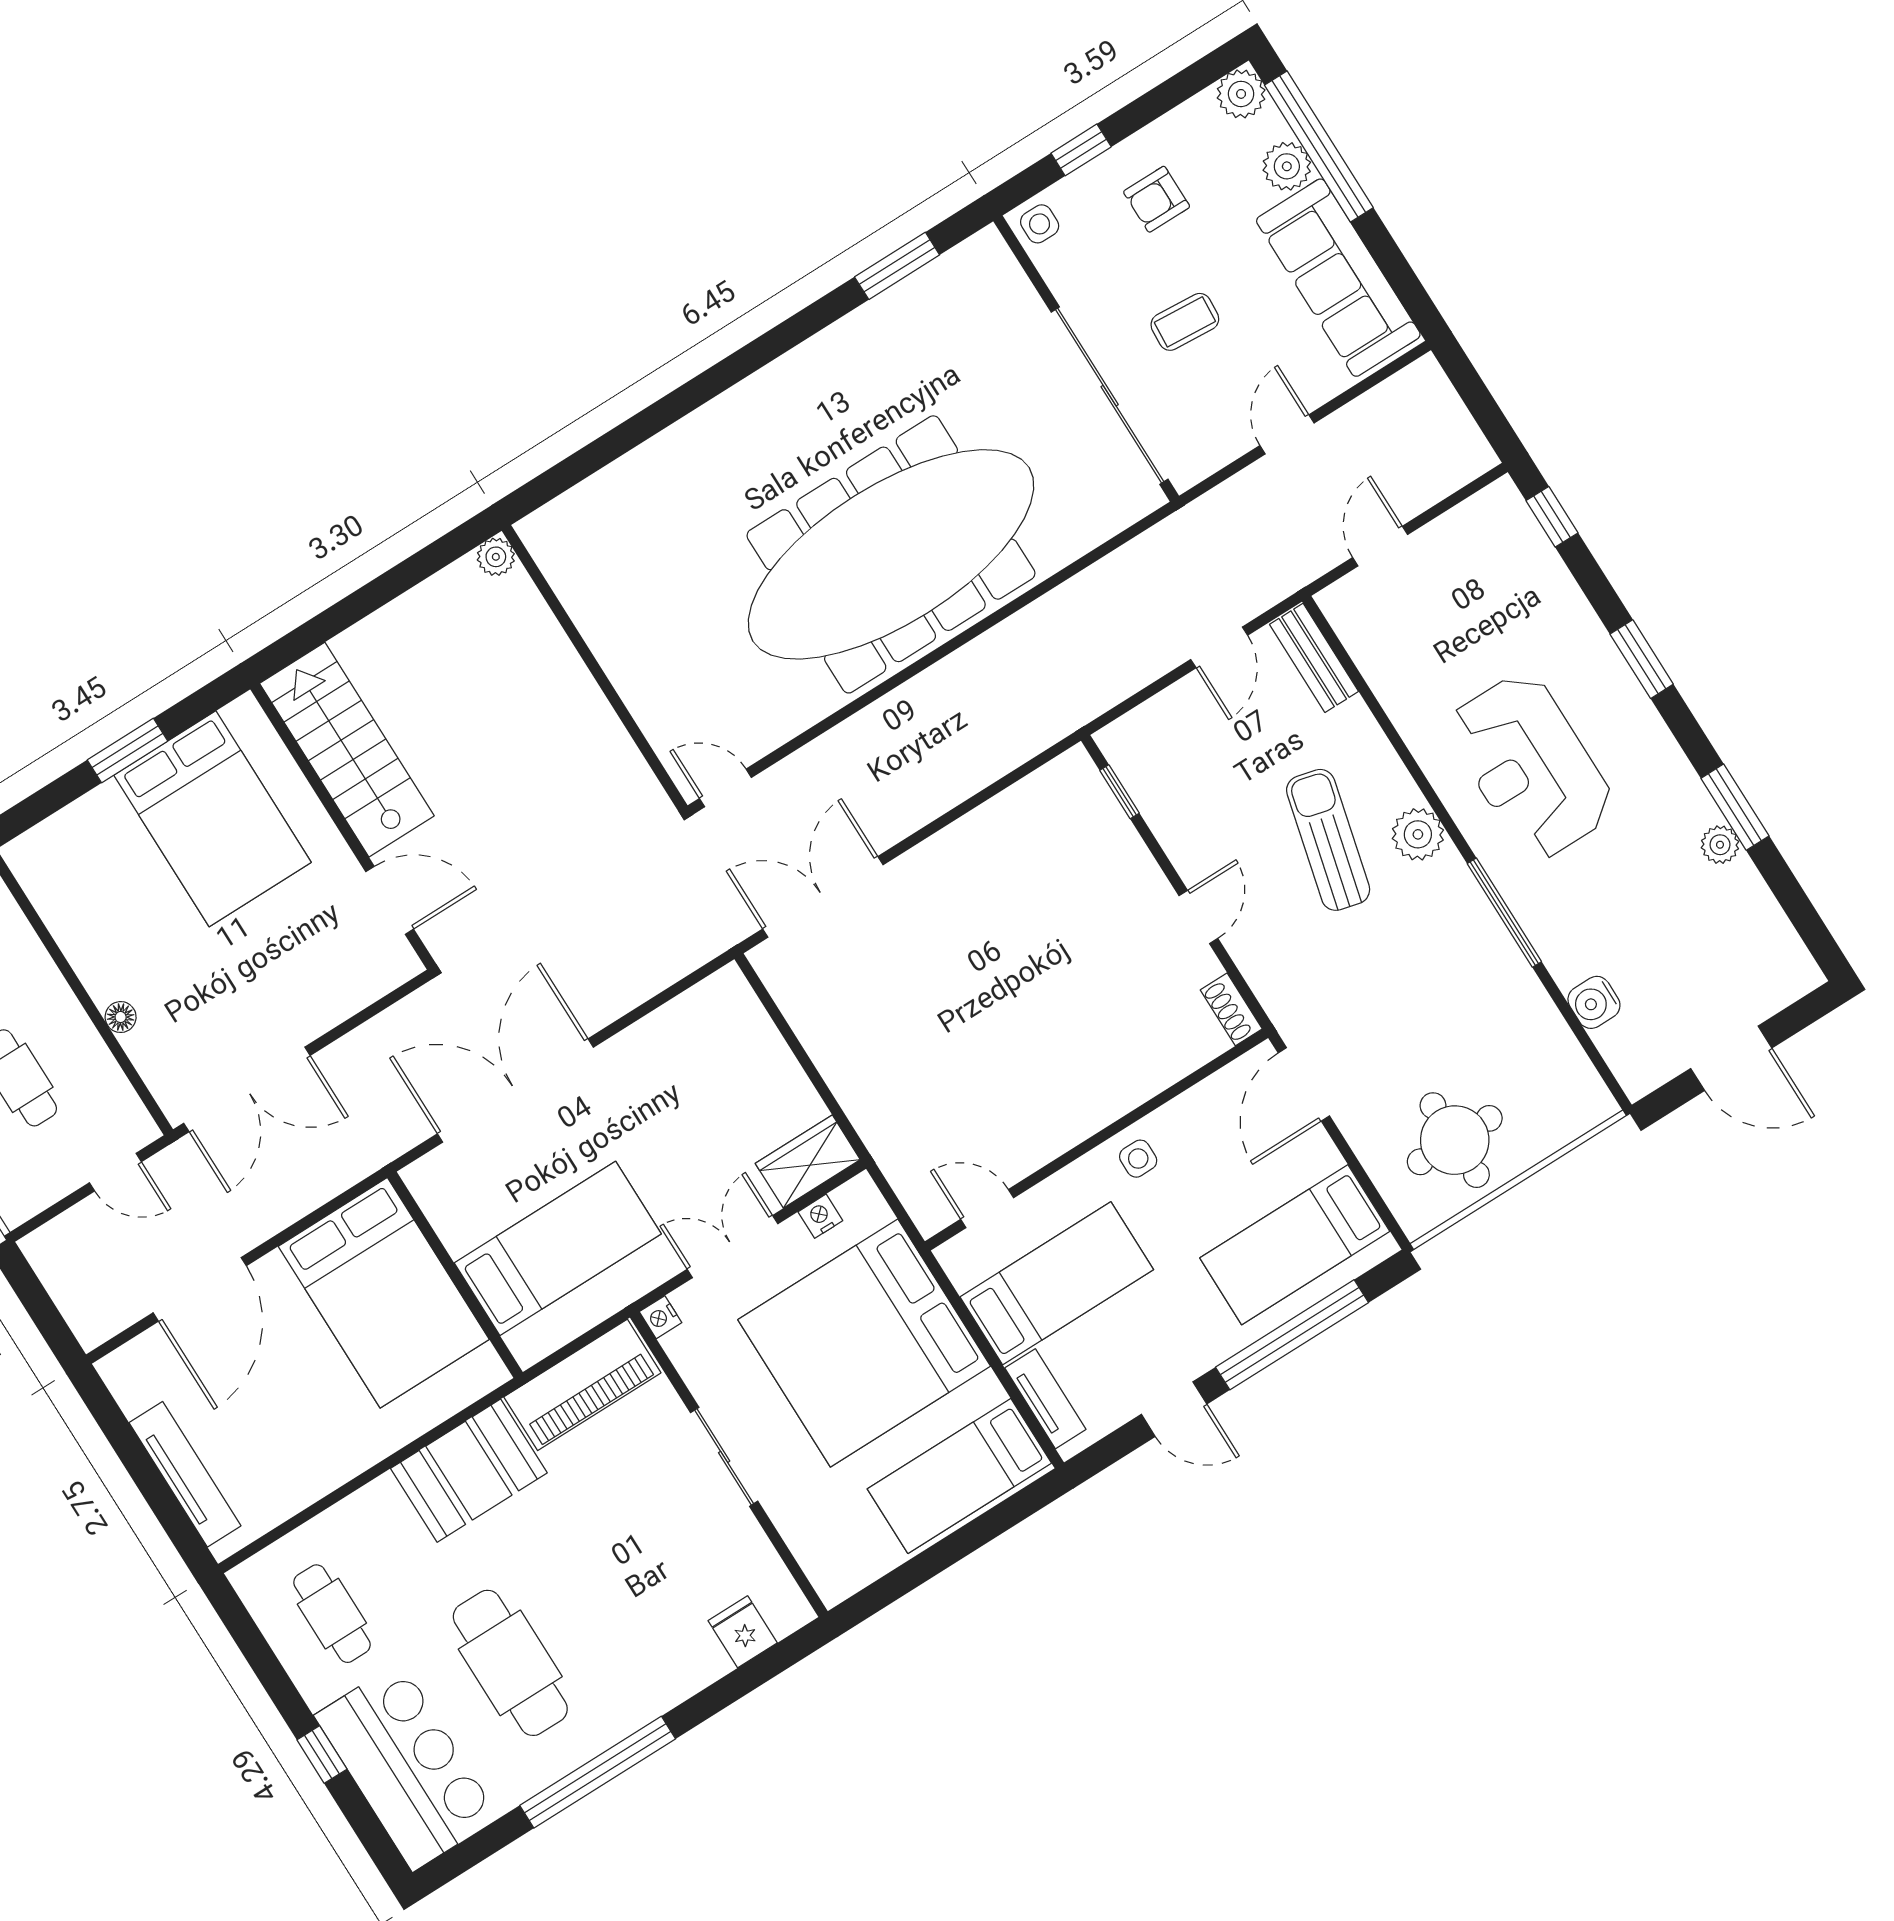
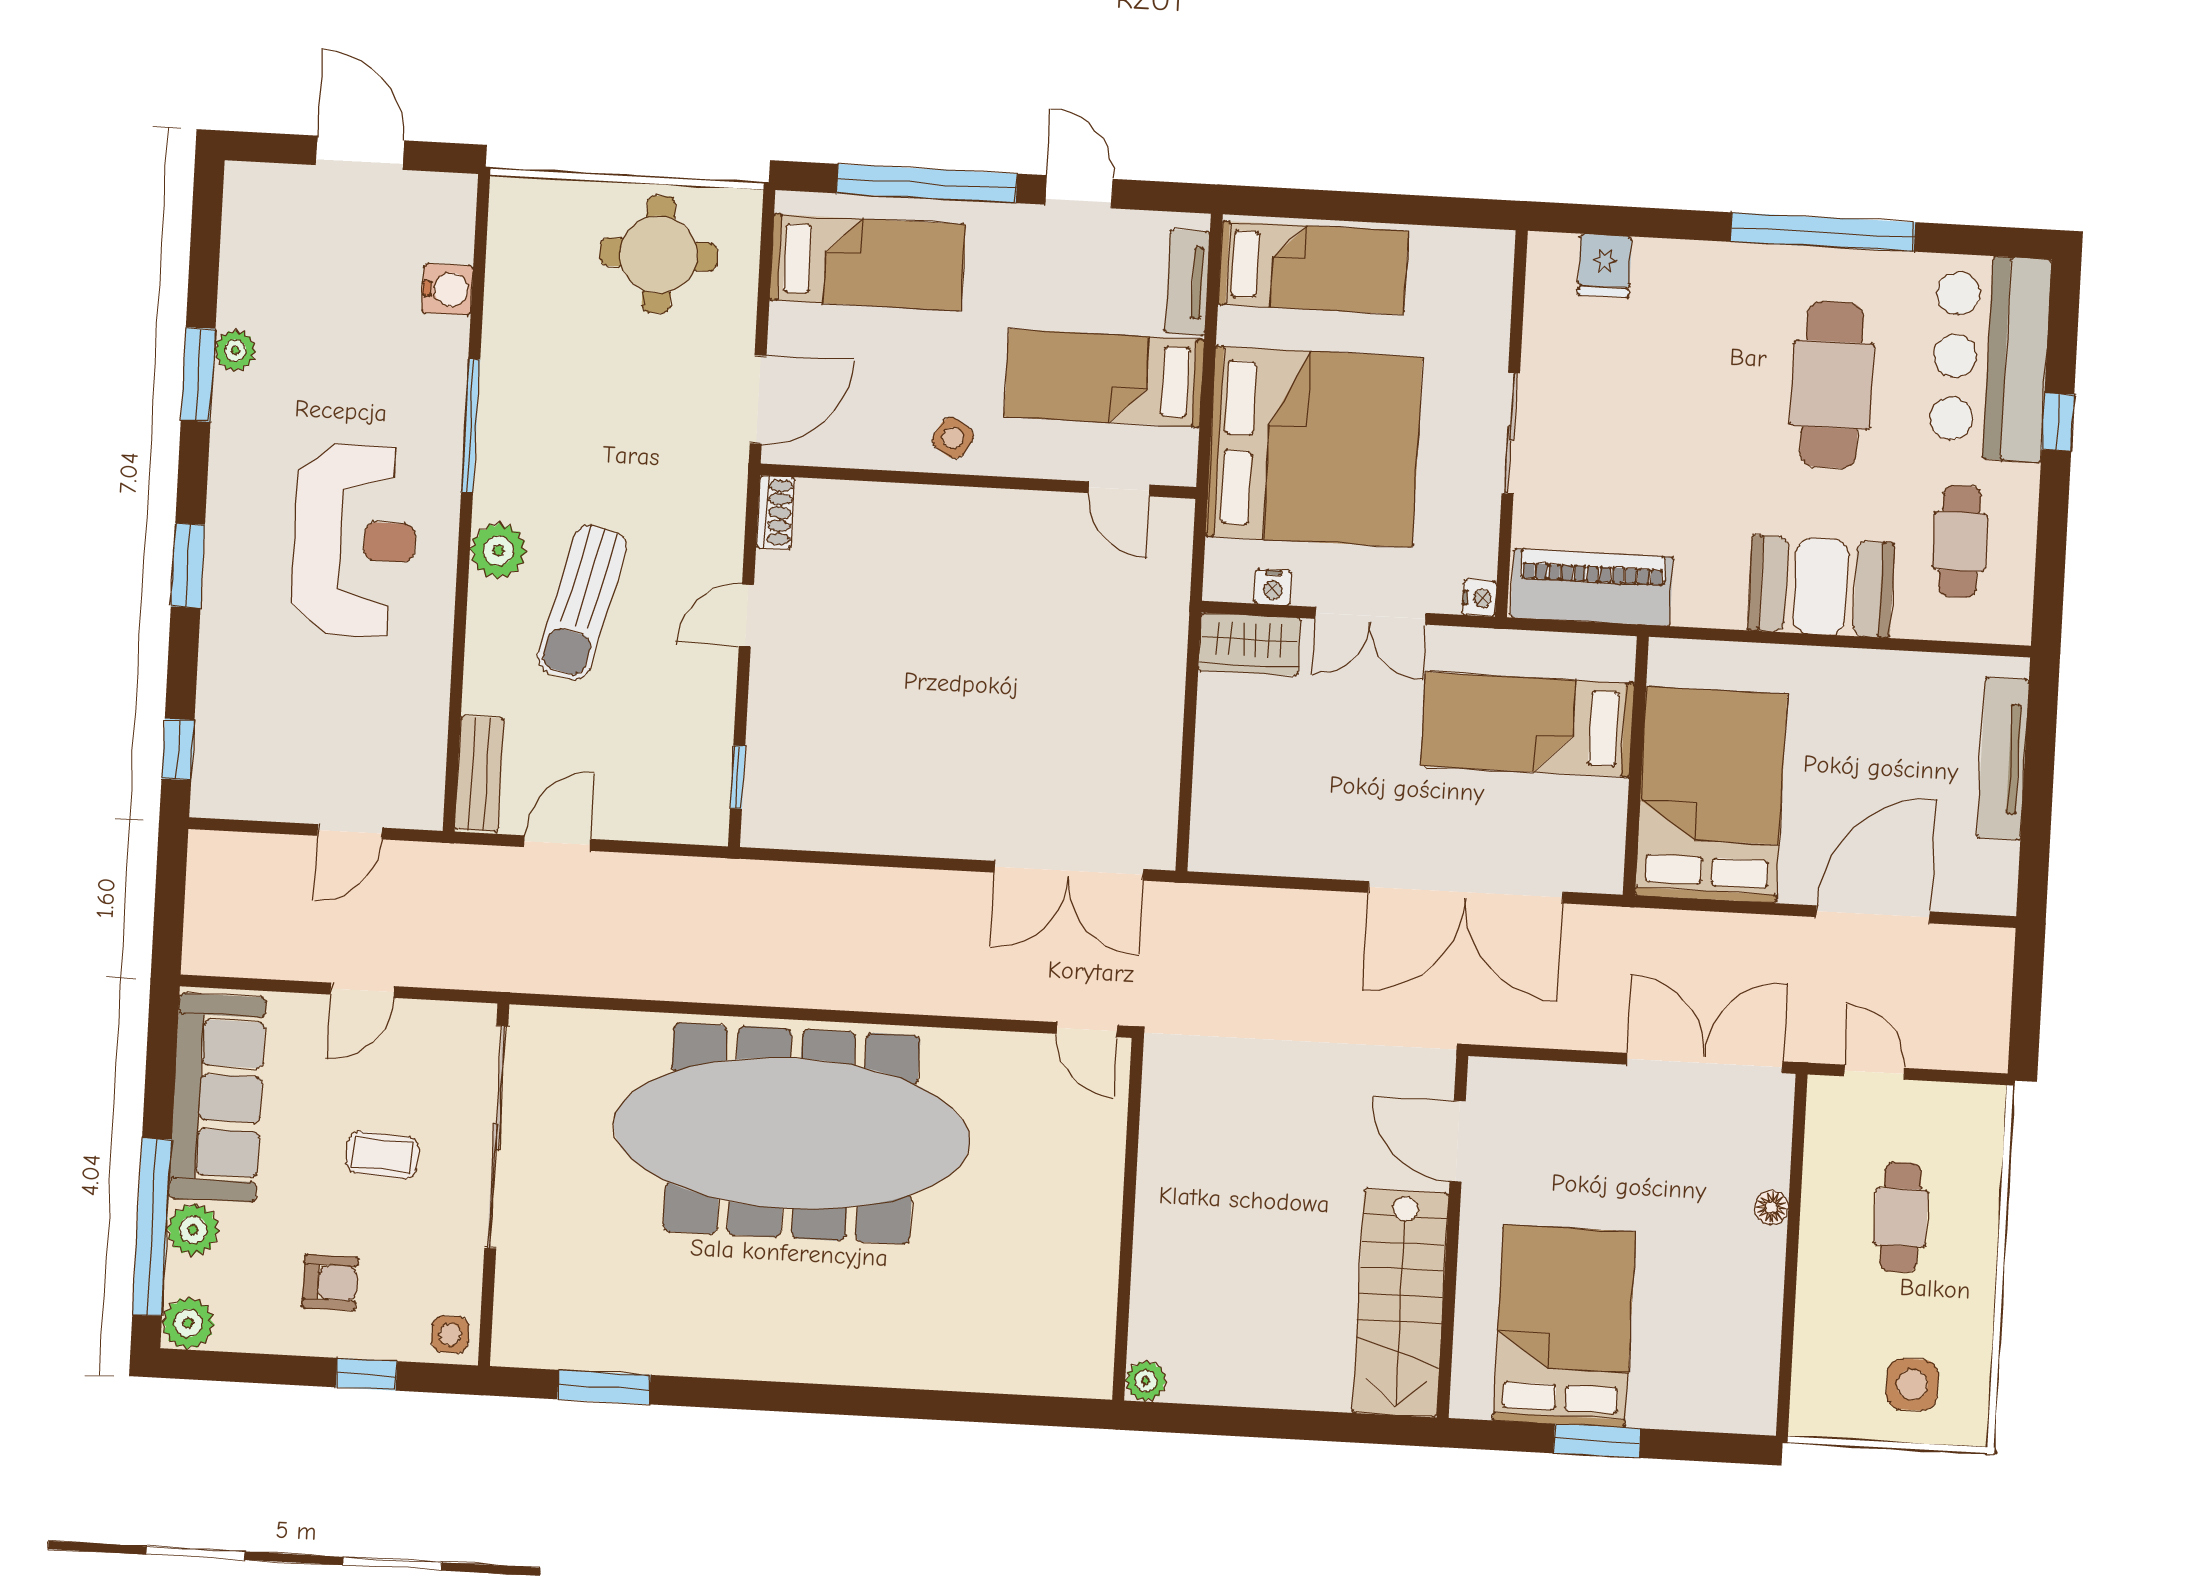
side table: (1138, 1159) -> (953, 438), turned 32
booth: (469, 1471) -> (1821, 586), moved

